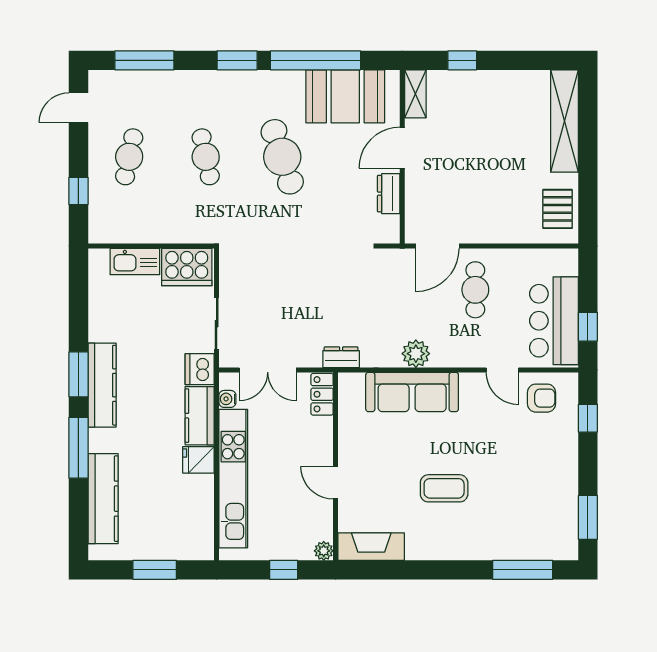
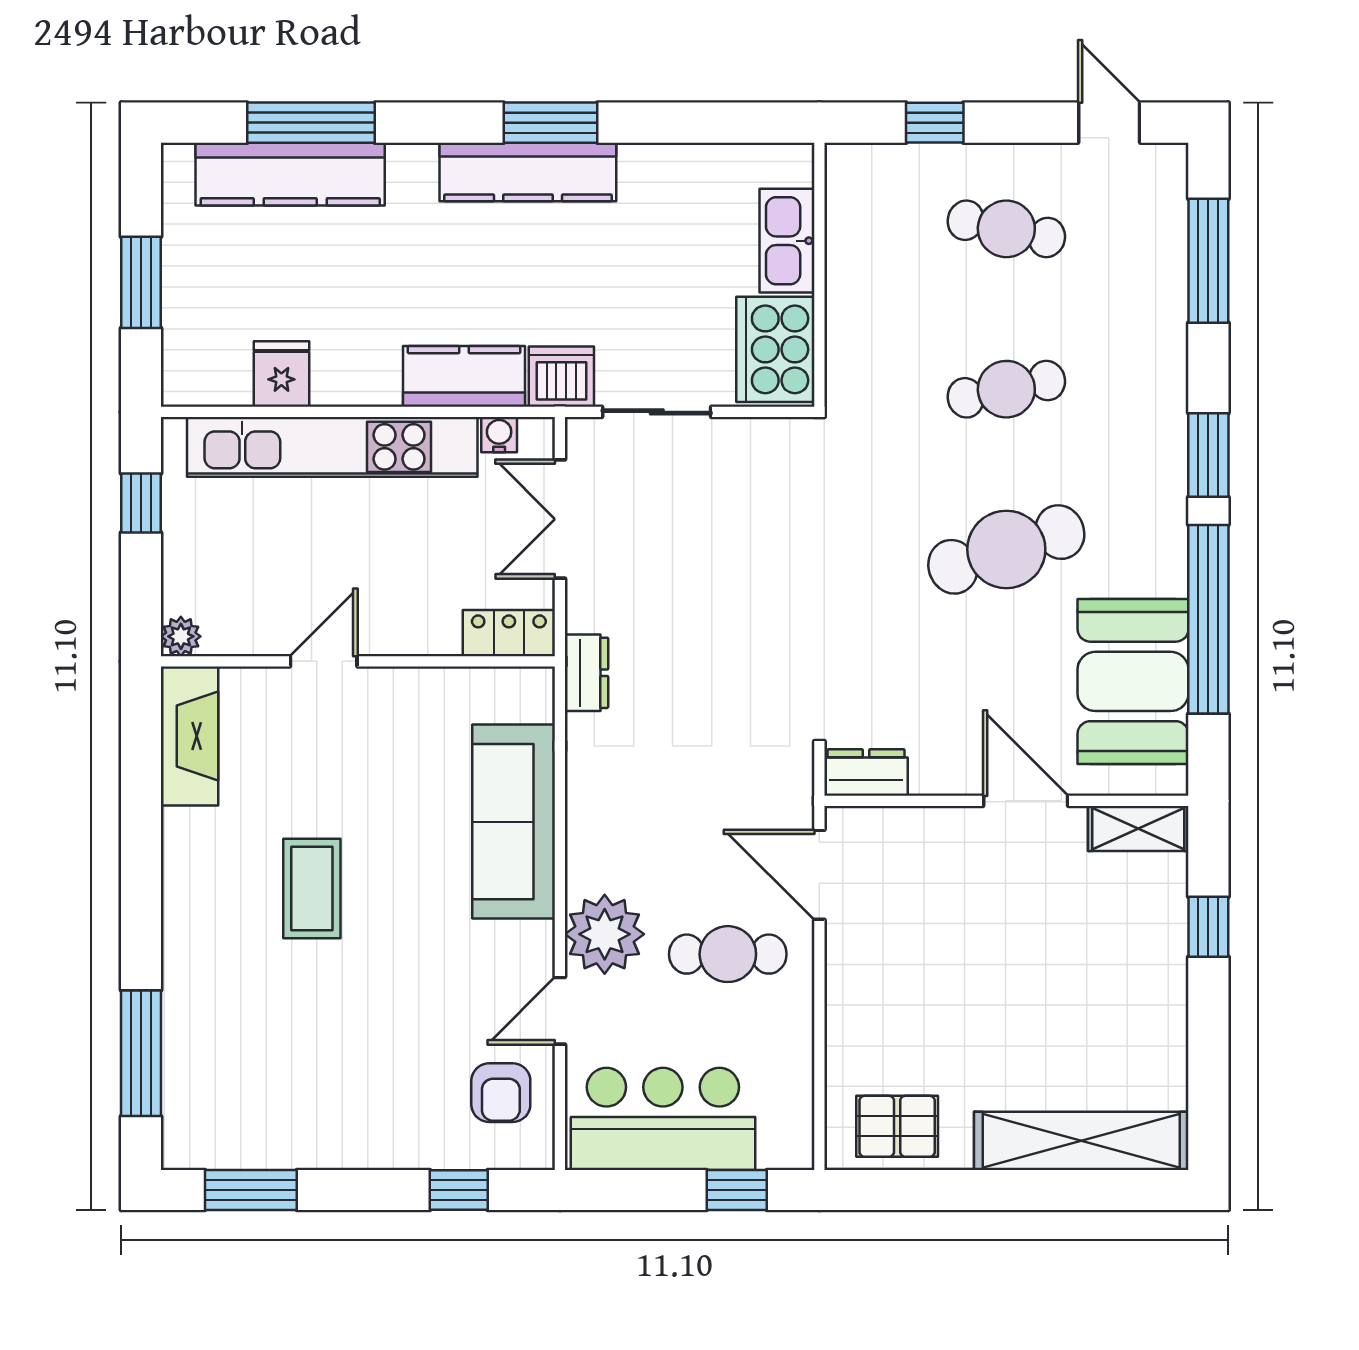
dresser: (389, 194) -> (866, 773), moved
window: (588, 327) -> (737, 1190), moved
plant: (416, 354) -> (605, 934), moved, width x1.36, depth x1.36
window: (78, 448) -> (311, 123), moved
fridge: (198, 460) -> (281, 374), moved
window: (284, 570) -> (141, 503), moved

